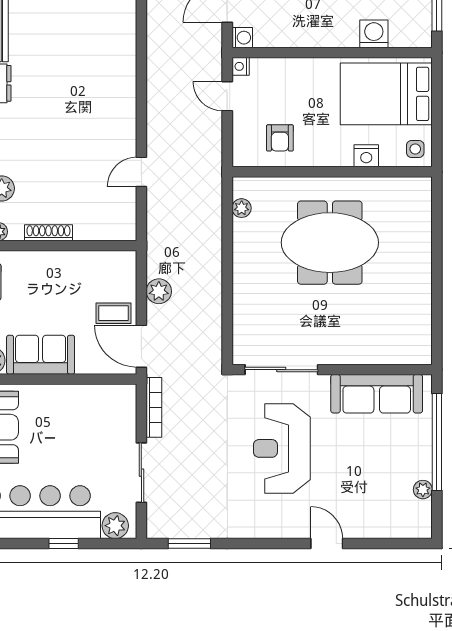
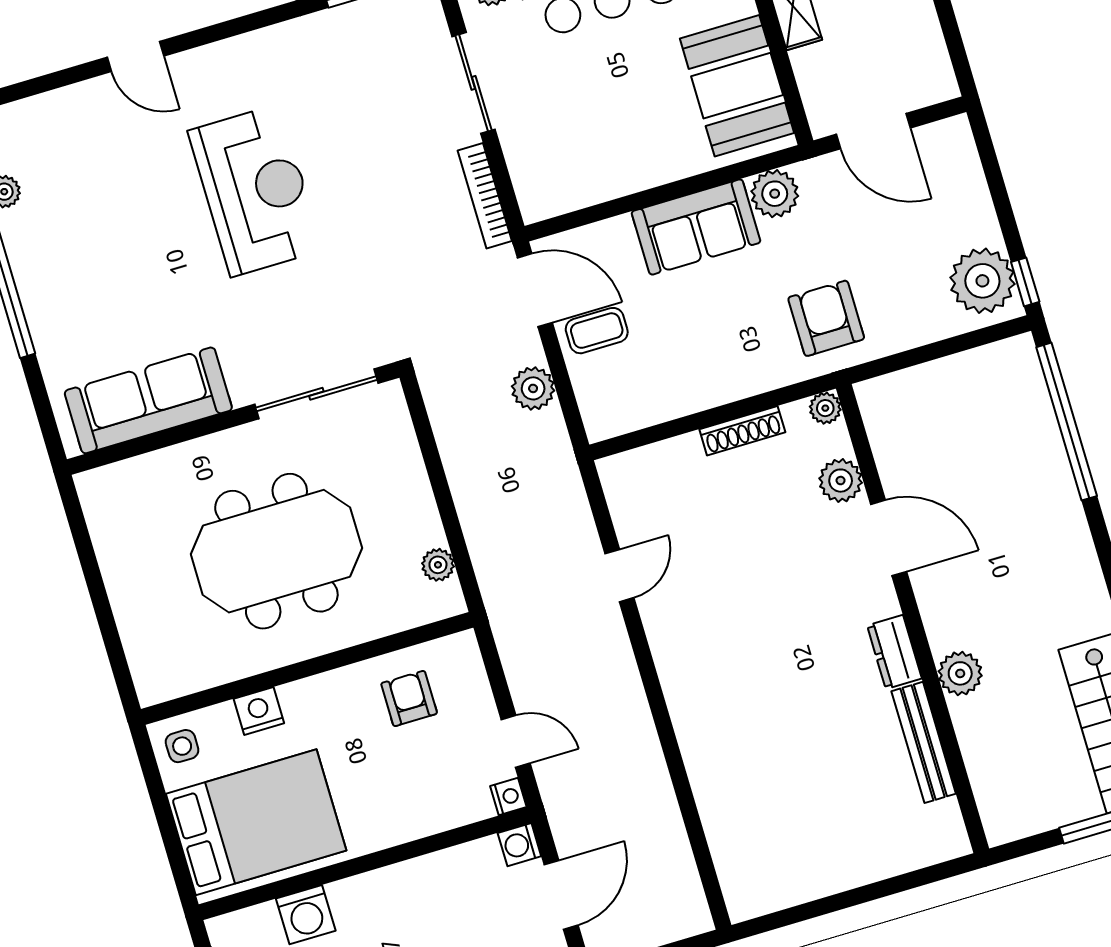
sliding door: (281, 370) -> (316, 394), moved
wall: (332, 370) -> (233, 418), moved
sofa: (377, 394) -> (148, 400), moved

